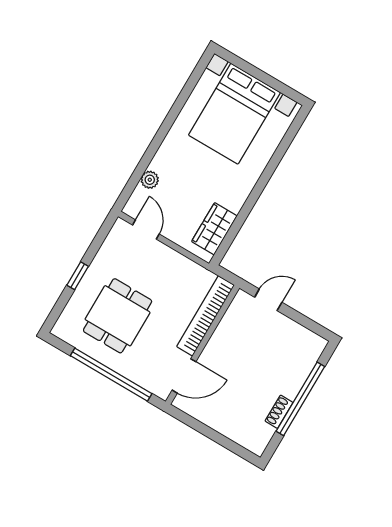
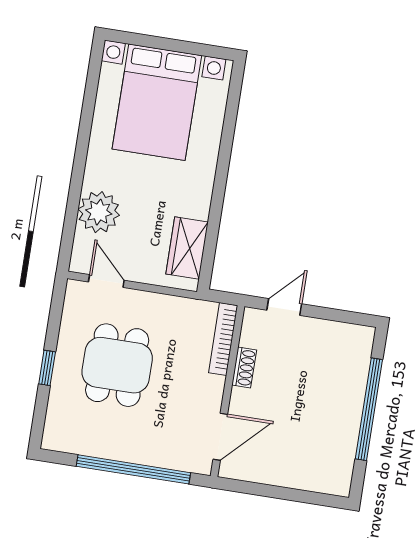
plant: (150, 180) -> (99, 212), width x1.88, depth x1.88
dining table: (118, 316) -> (117, 365), moved
bookcase: (206, 316) -> (223, 339), width x0.68, depth x0.76
shoe rack: (279, 412) -> (244, 367), moved, turned 180

